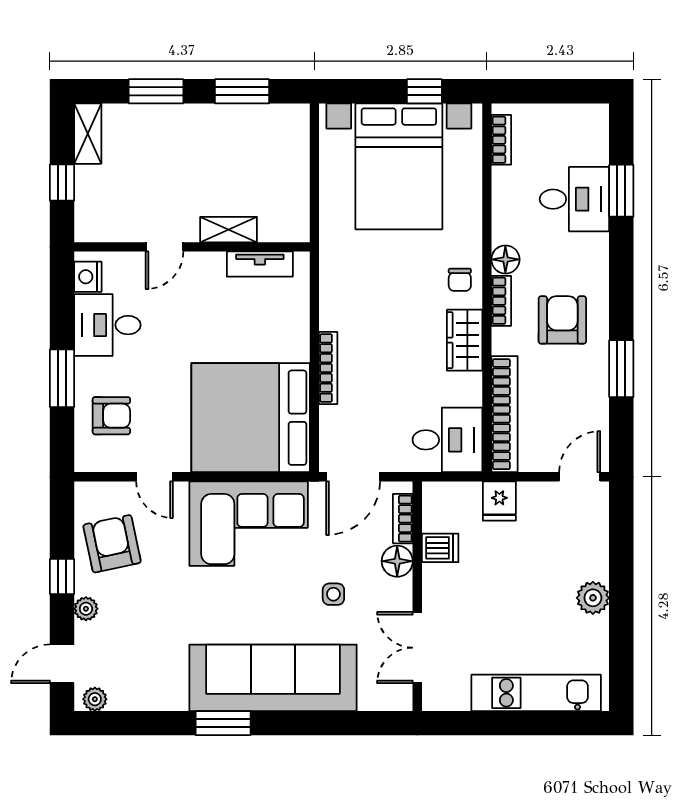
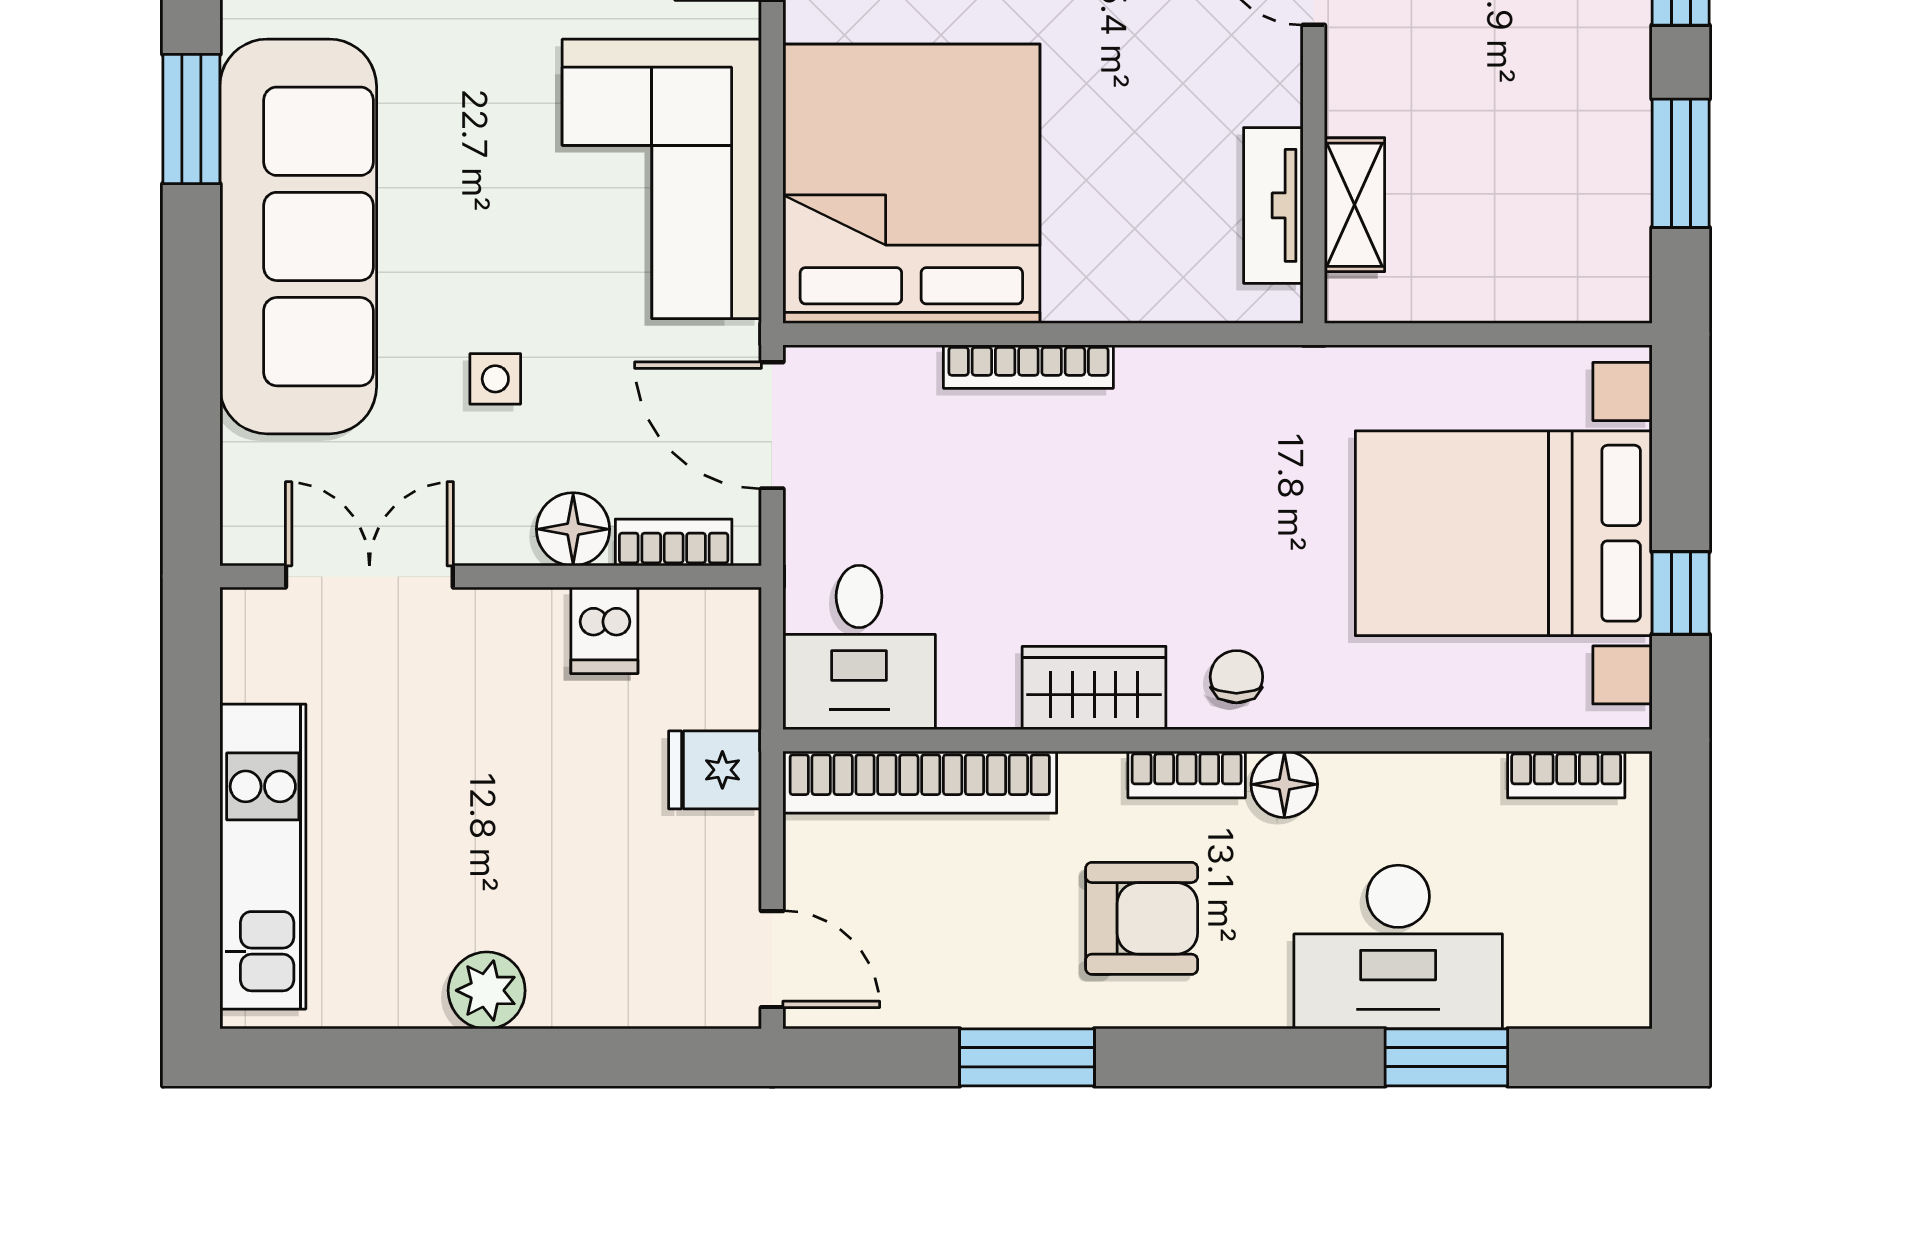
desk: (574, 199) -> (1398, 947), width x1.37
shelving: (229, 230) -> (1355, 205), moved
chair: (460, 280) -> (1236, 677), turned 90

